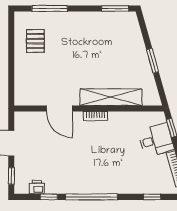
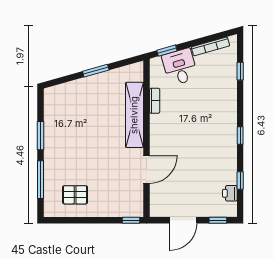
window: (115, 8) -> (41, 136), moved
window: (11, 94) -> (131, 220), added
bookcase: (95, 116) -> (155, 101), moved
window: (91, 197) -> (240, 135), width x0.32

